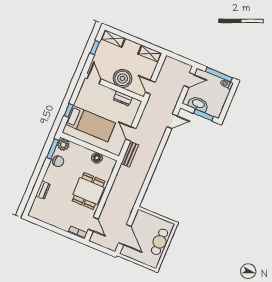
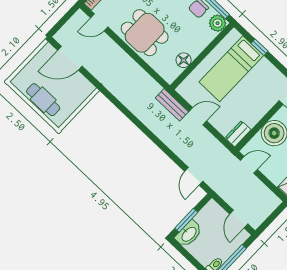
dresser: (123, 99) -> (238, 134), moved
washbasin: (198, 104) -> (189, 234), moved

